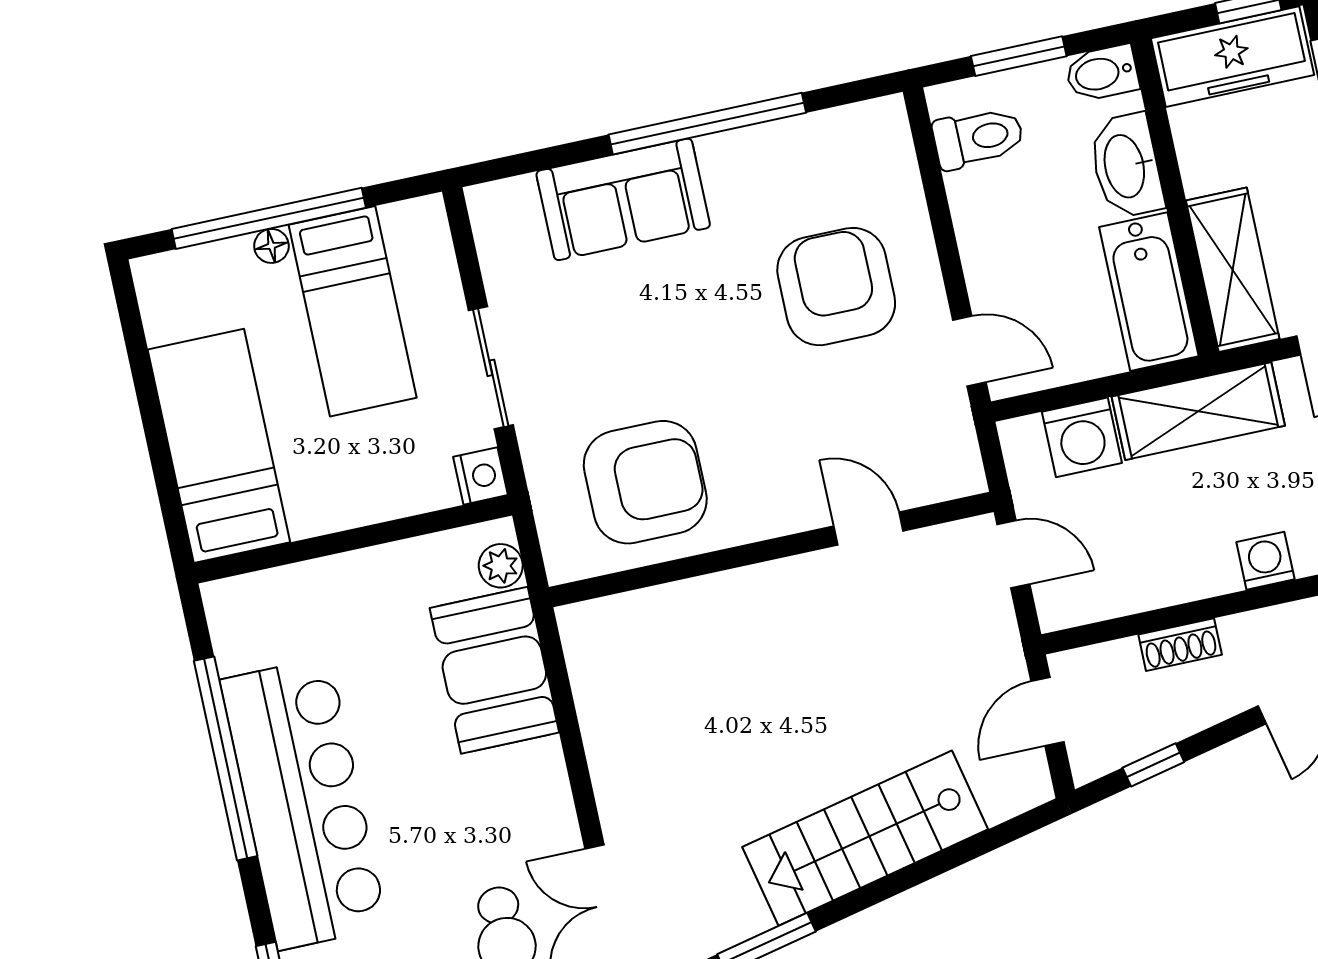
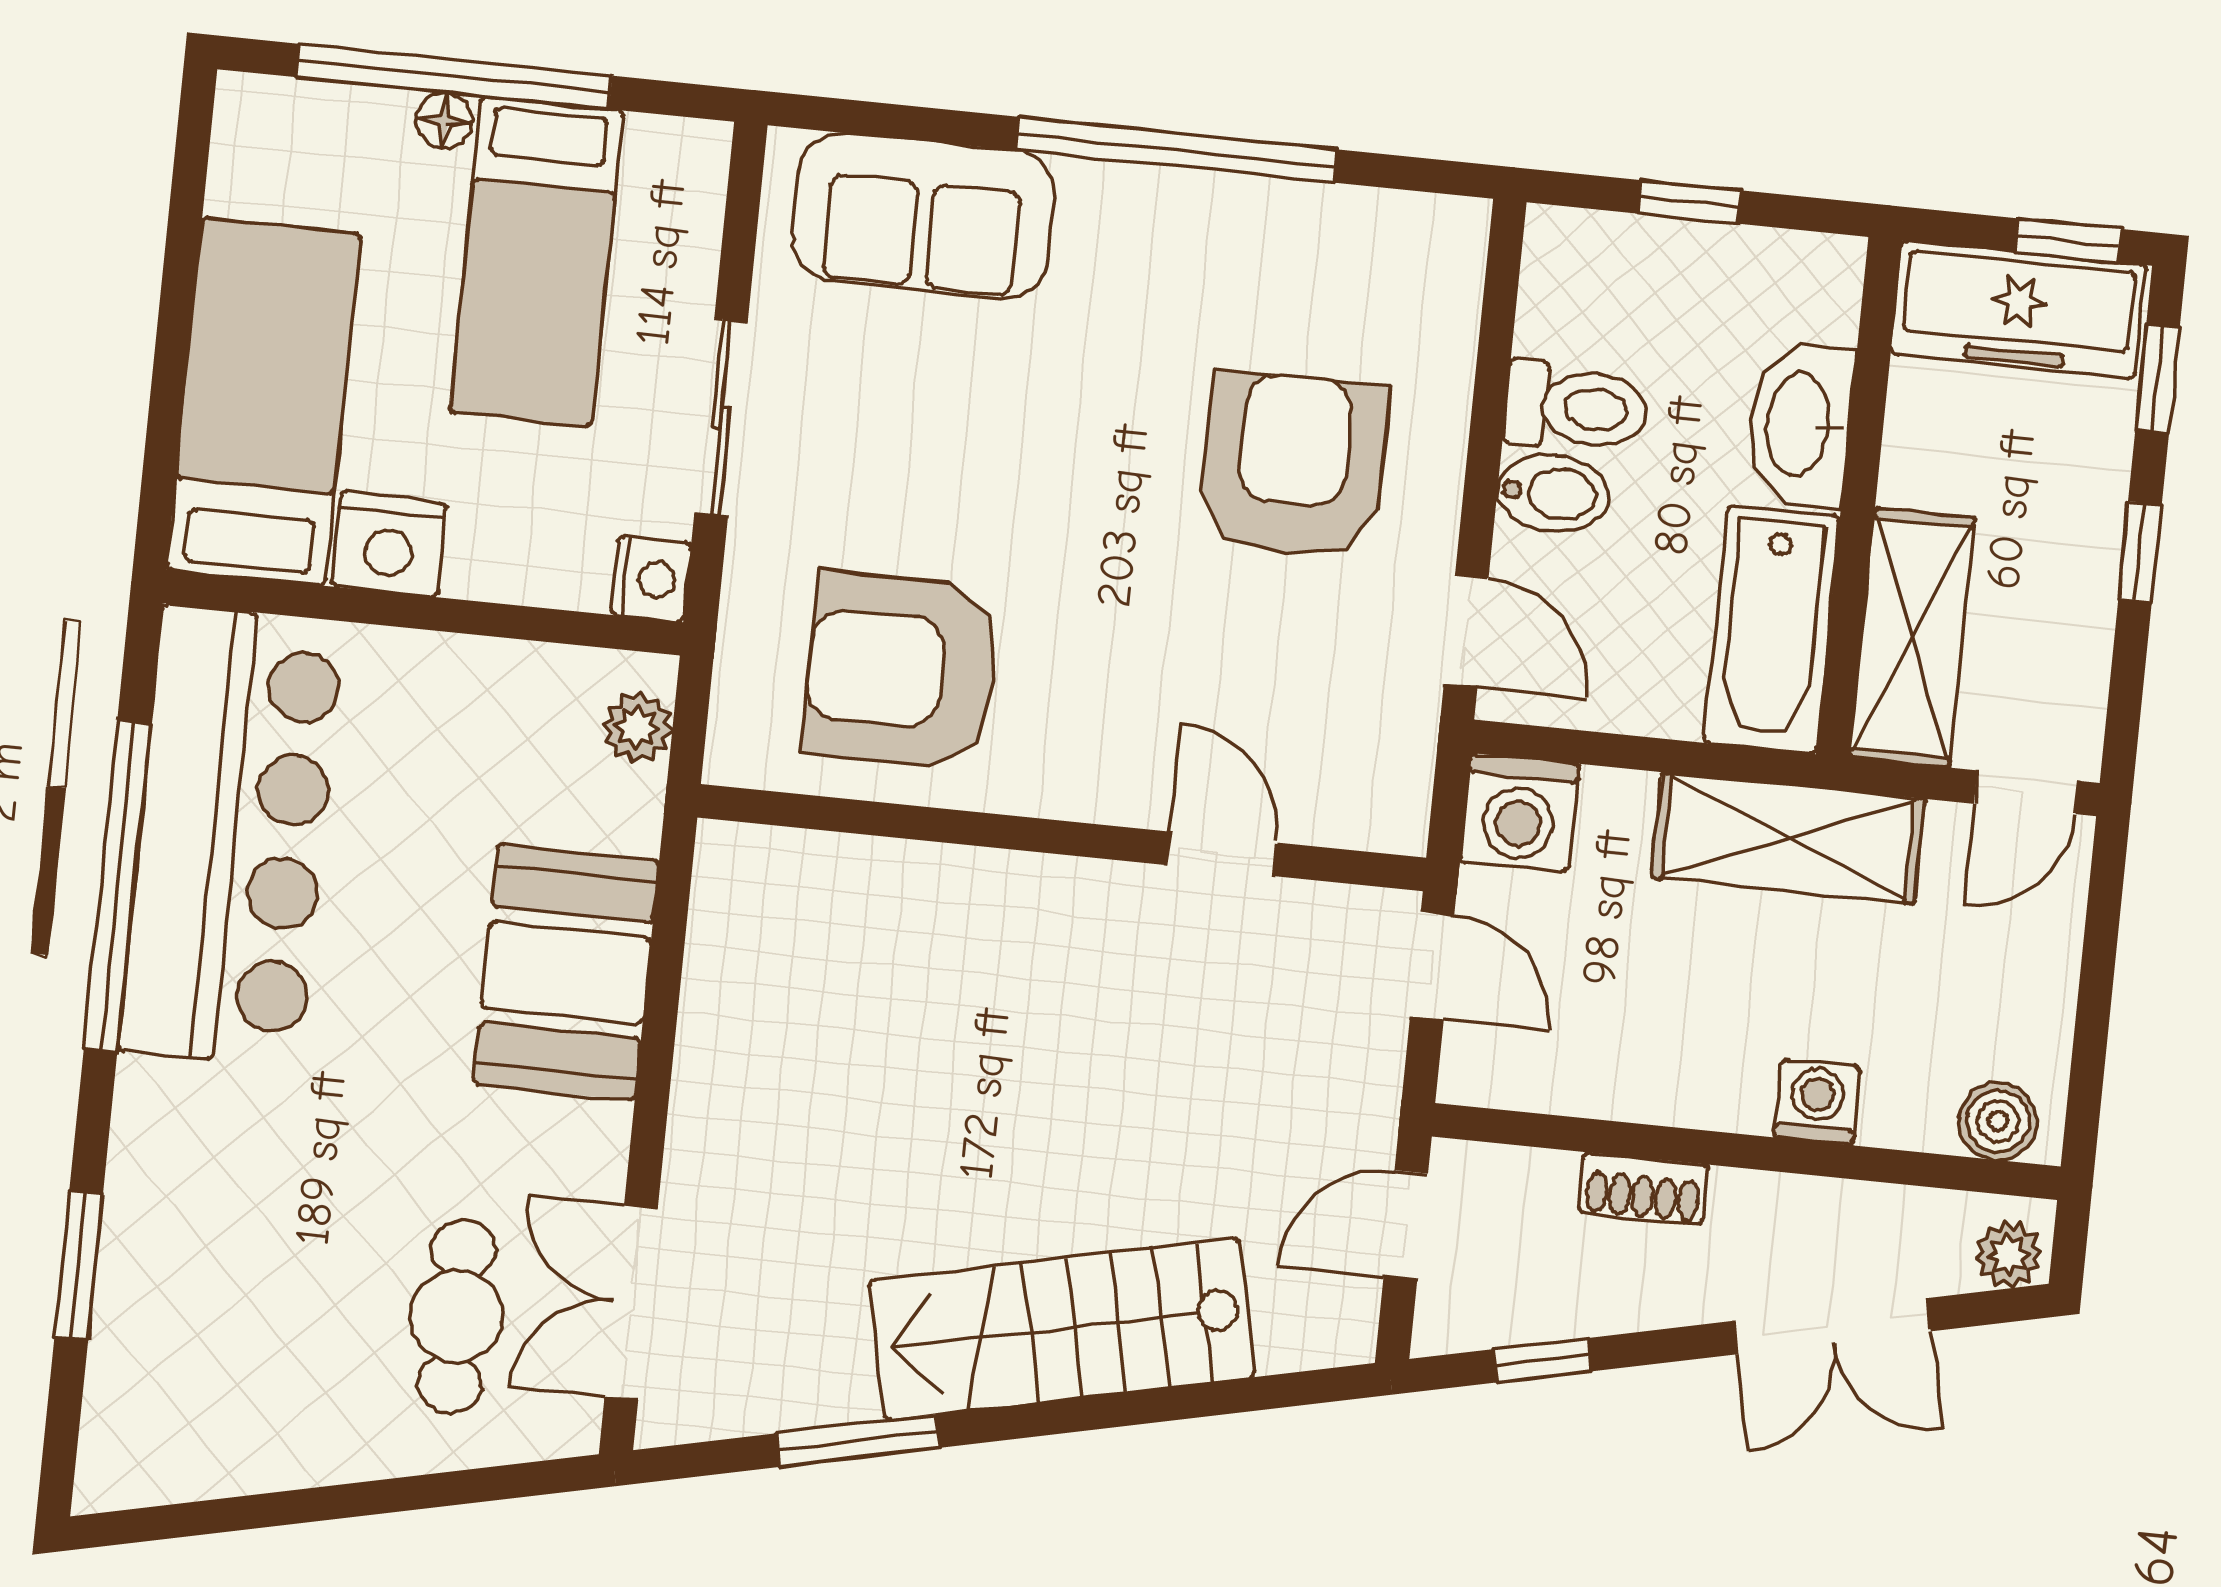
window: (1019, 56) -> (1690, 202), width x0.67
bidet: (1102, 73) -> (1553, 493), moved, turned 180
toilet: (978, 138) -> (1576, 408), moved
sofa: (623, 199) -> (924, 216), moved
washing machine: (1082, 437) -> (1519, 812), moved
armchair: (645, 482) -> (901, 671), turned 180
nightstand: (320, 506) -> (389, 544), added
booth: (494, 670) -> (566, 972), moved
bar counter: (304, 804) -> (231, 836), moved

